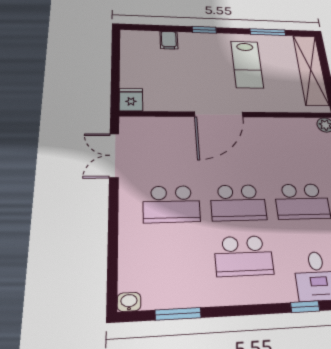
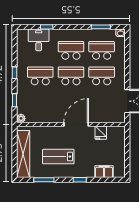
filing cabinet: (169, 40) -> (104, 172), width x2.00
lab bench: (247, 64) -> (58, 157), turned -90
fridge: (131, 100) -> (101, 133), moved
school desk: (174, 258) -> (102, 50), added

